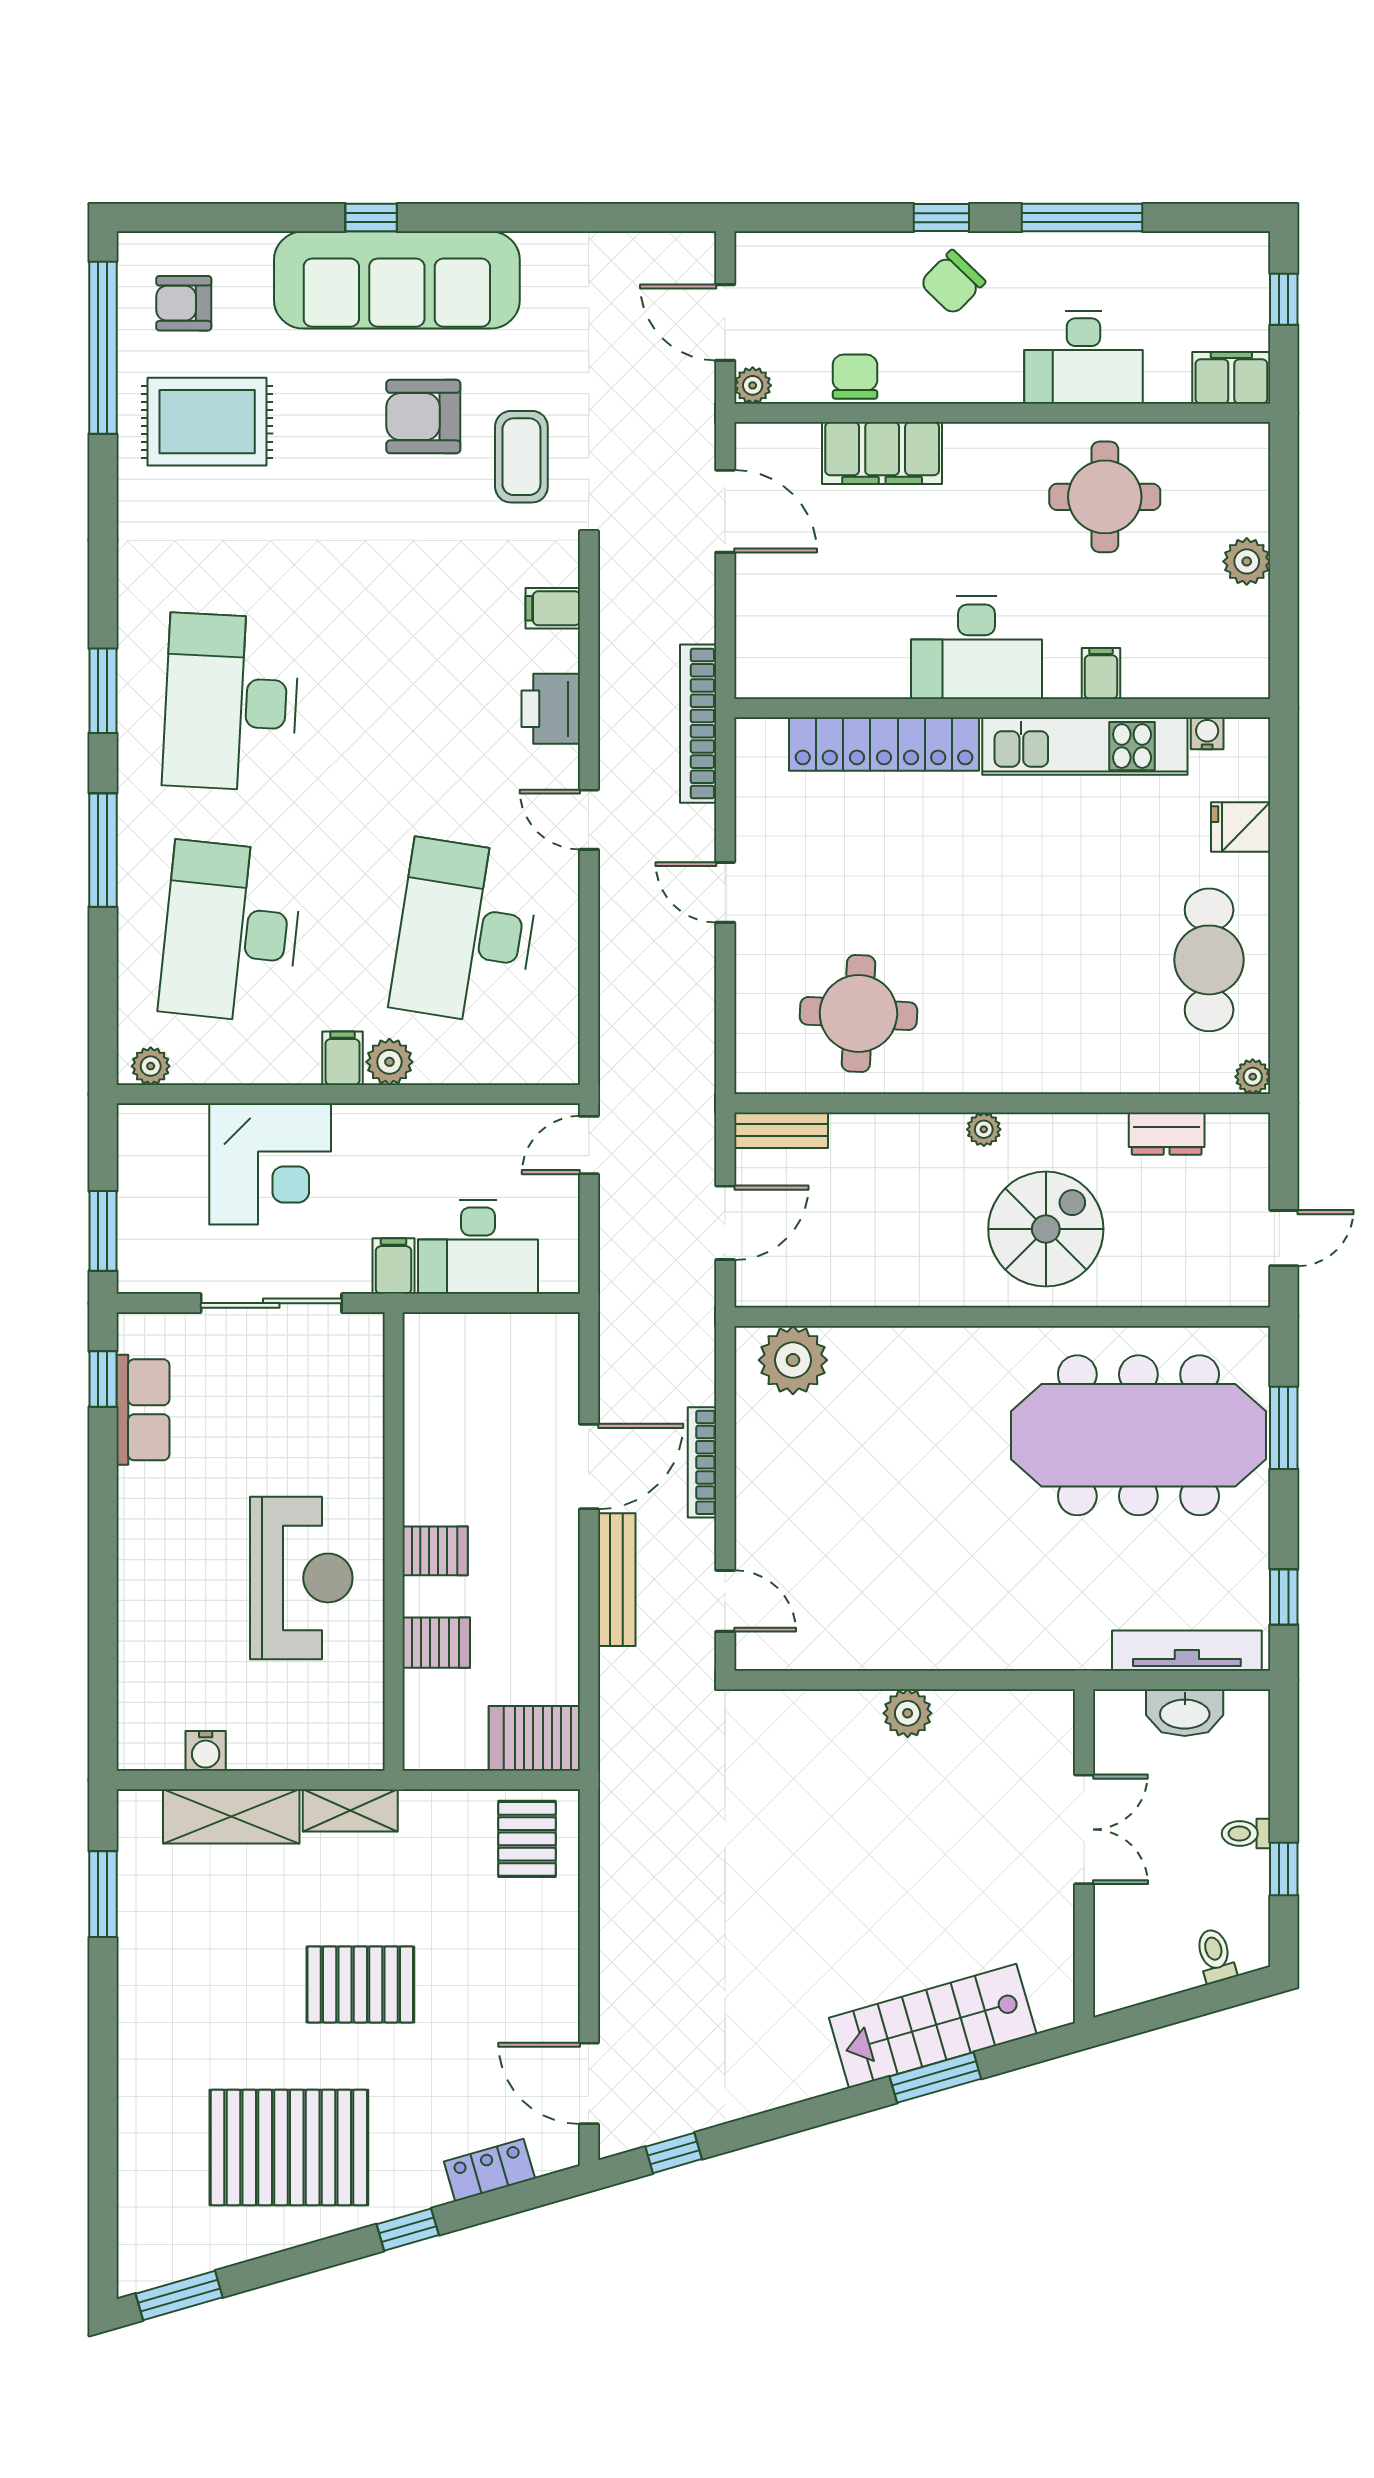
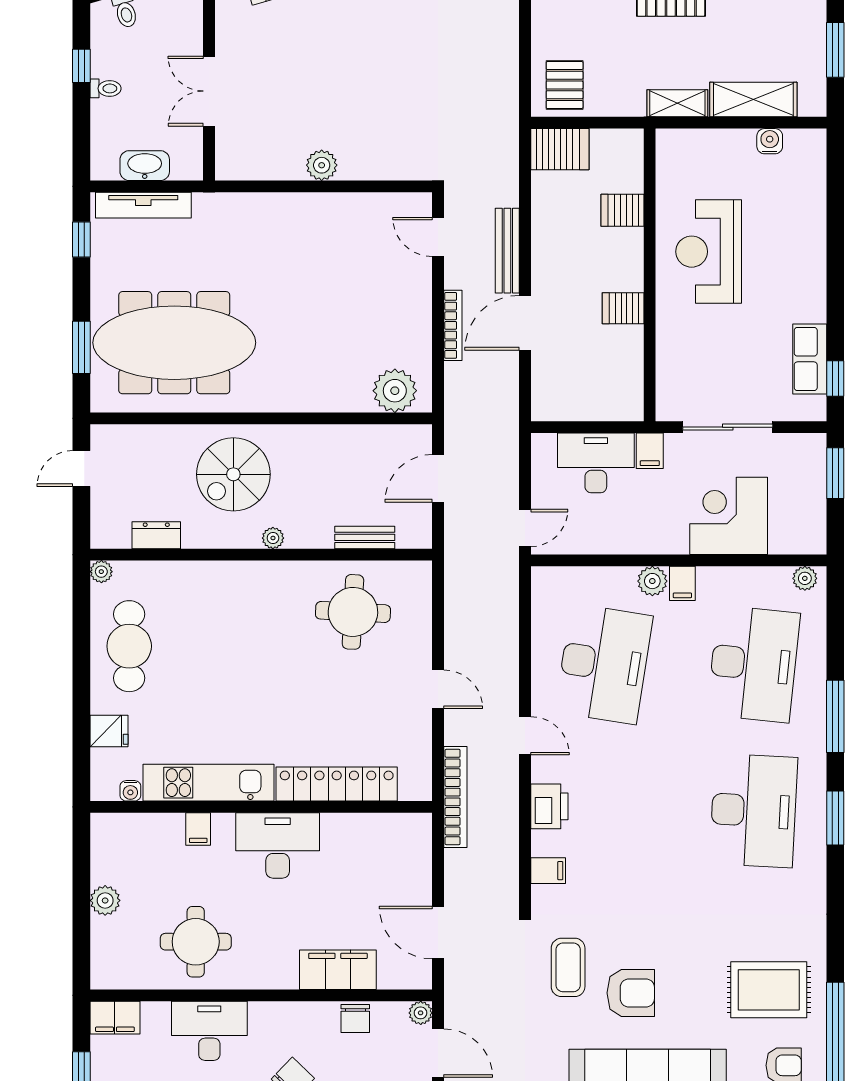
bench: (781, 1130) -> (365, 537), moved
server rack: (435, 1551) -> (623, 308), moved

